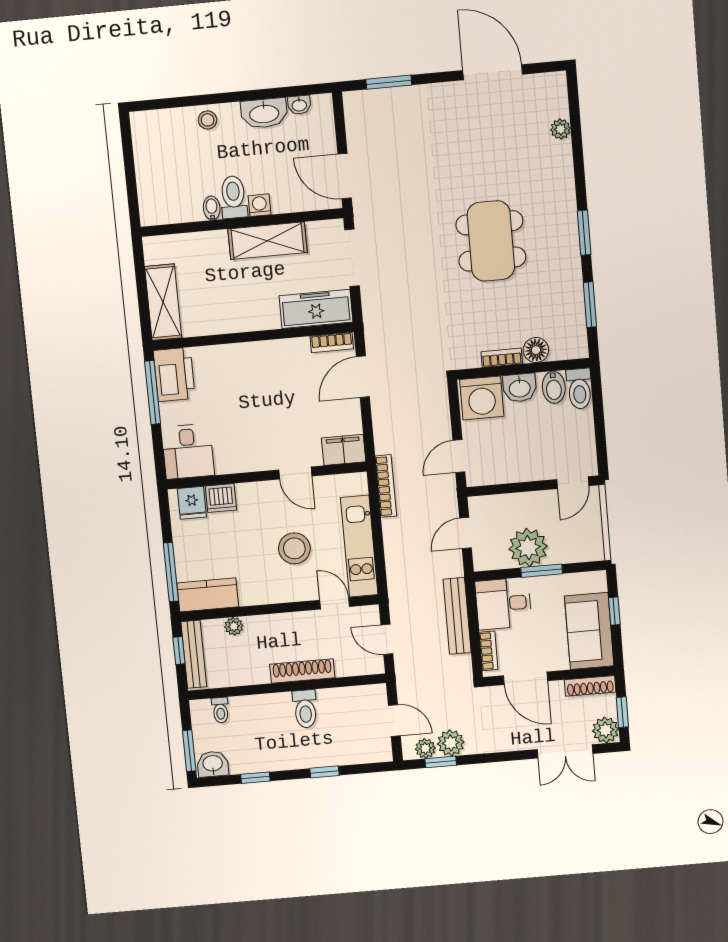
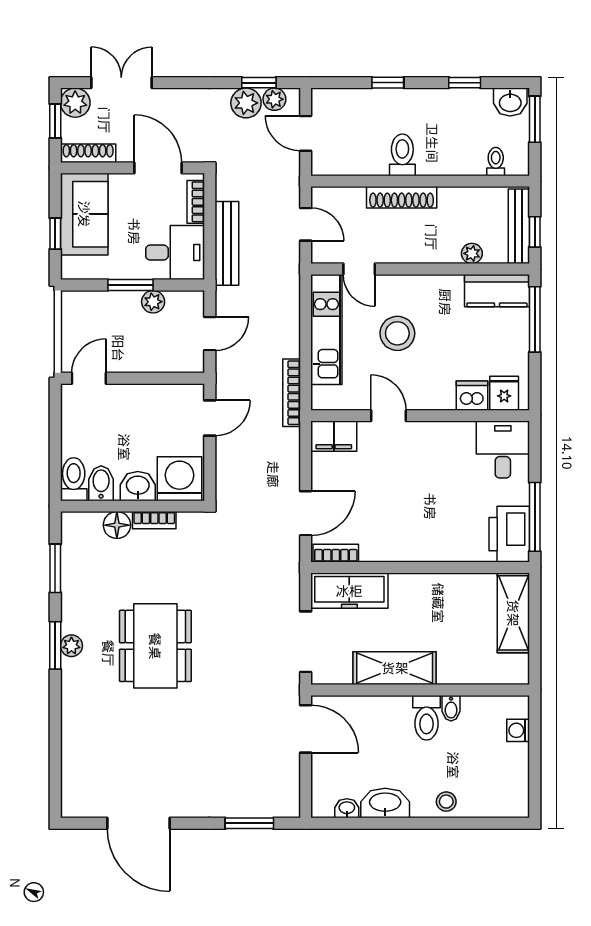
plant: (561, 129) -> (71, 646), moved
washing machine: (259, 205) -> (518, 730), moved, turned 90
plant: (528, 548) -> (153, 302), width x0.53, depth x0.53

